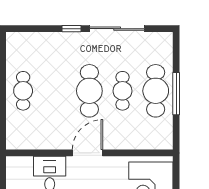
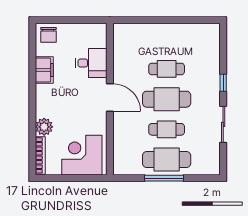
sliding door: (117, 29) -> (223, 124), width x0.73
cafe table: (23, 91) -> (167, 69), moved

